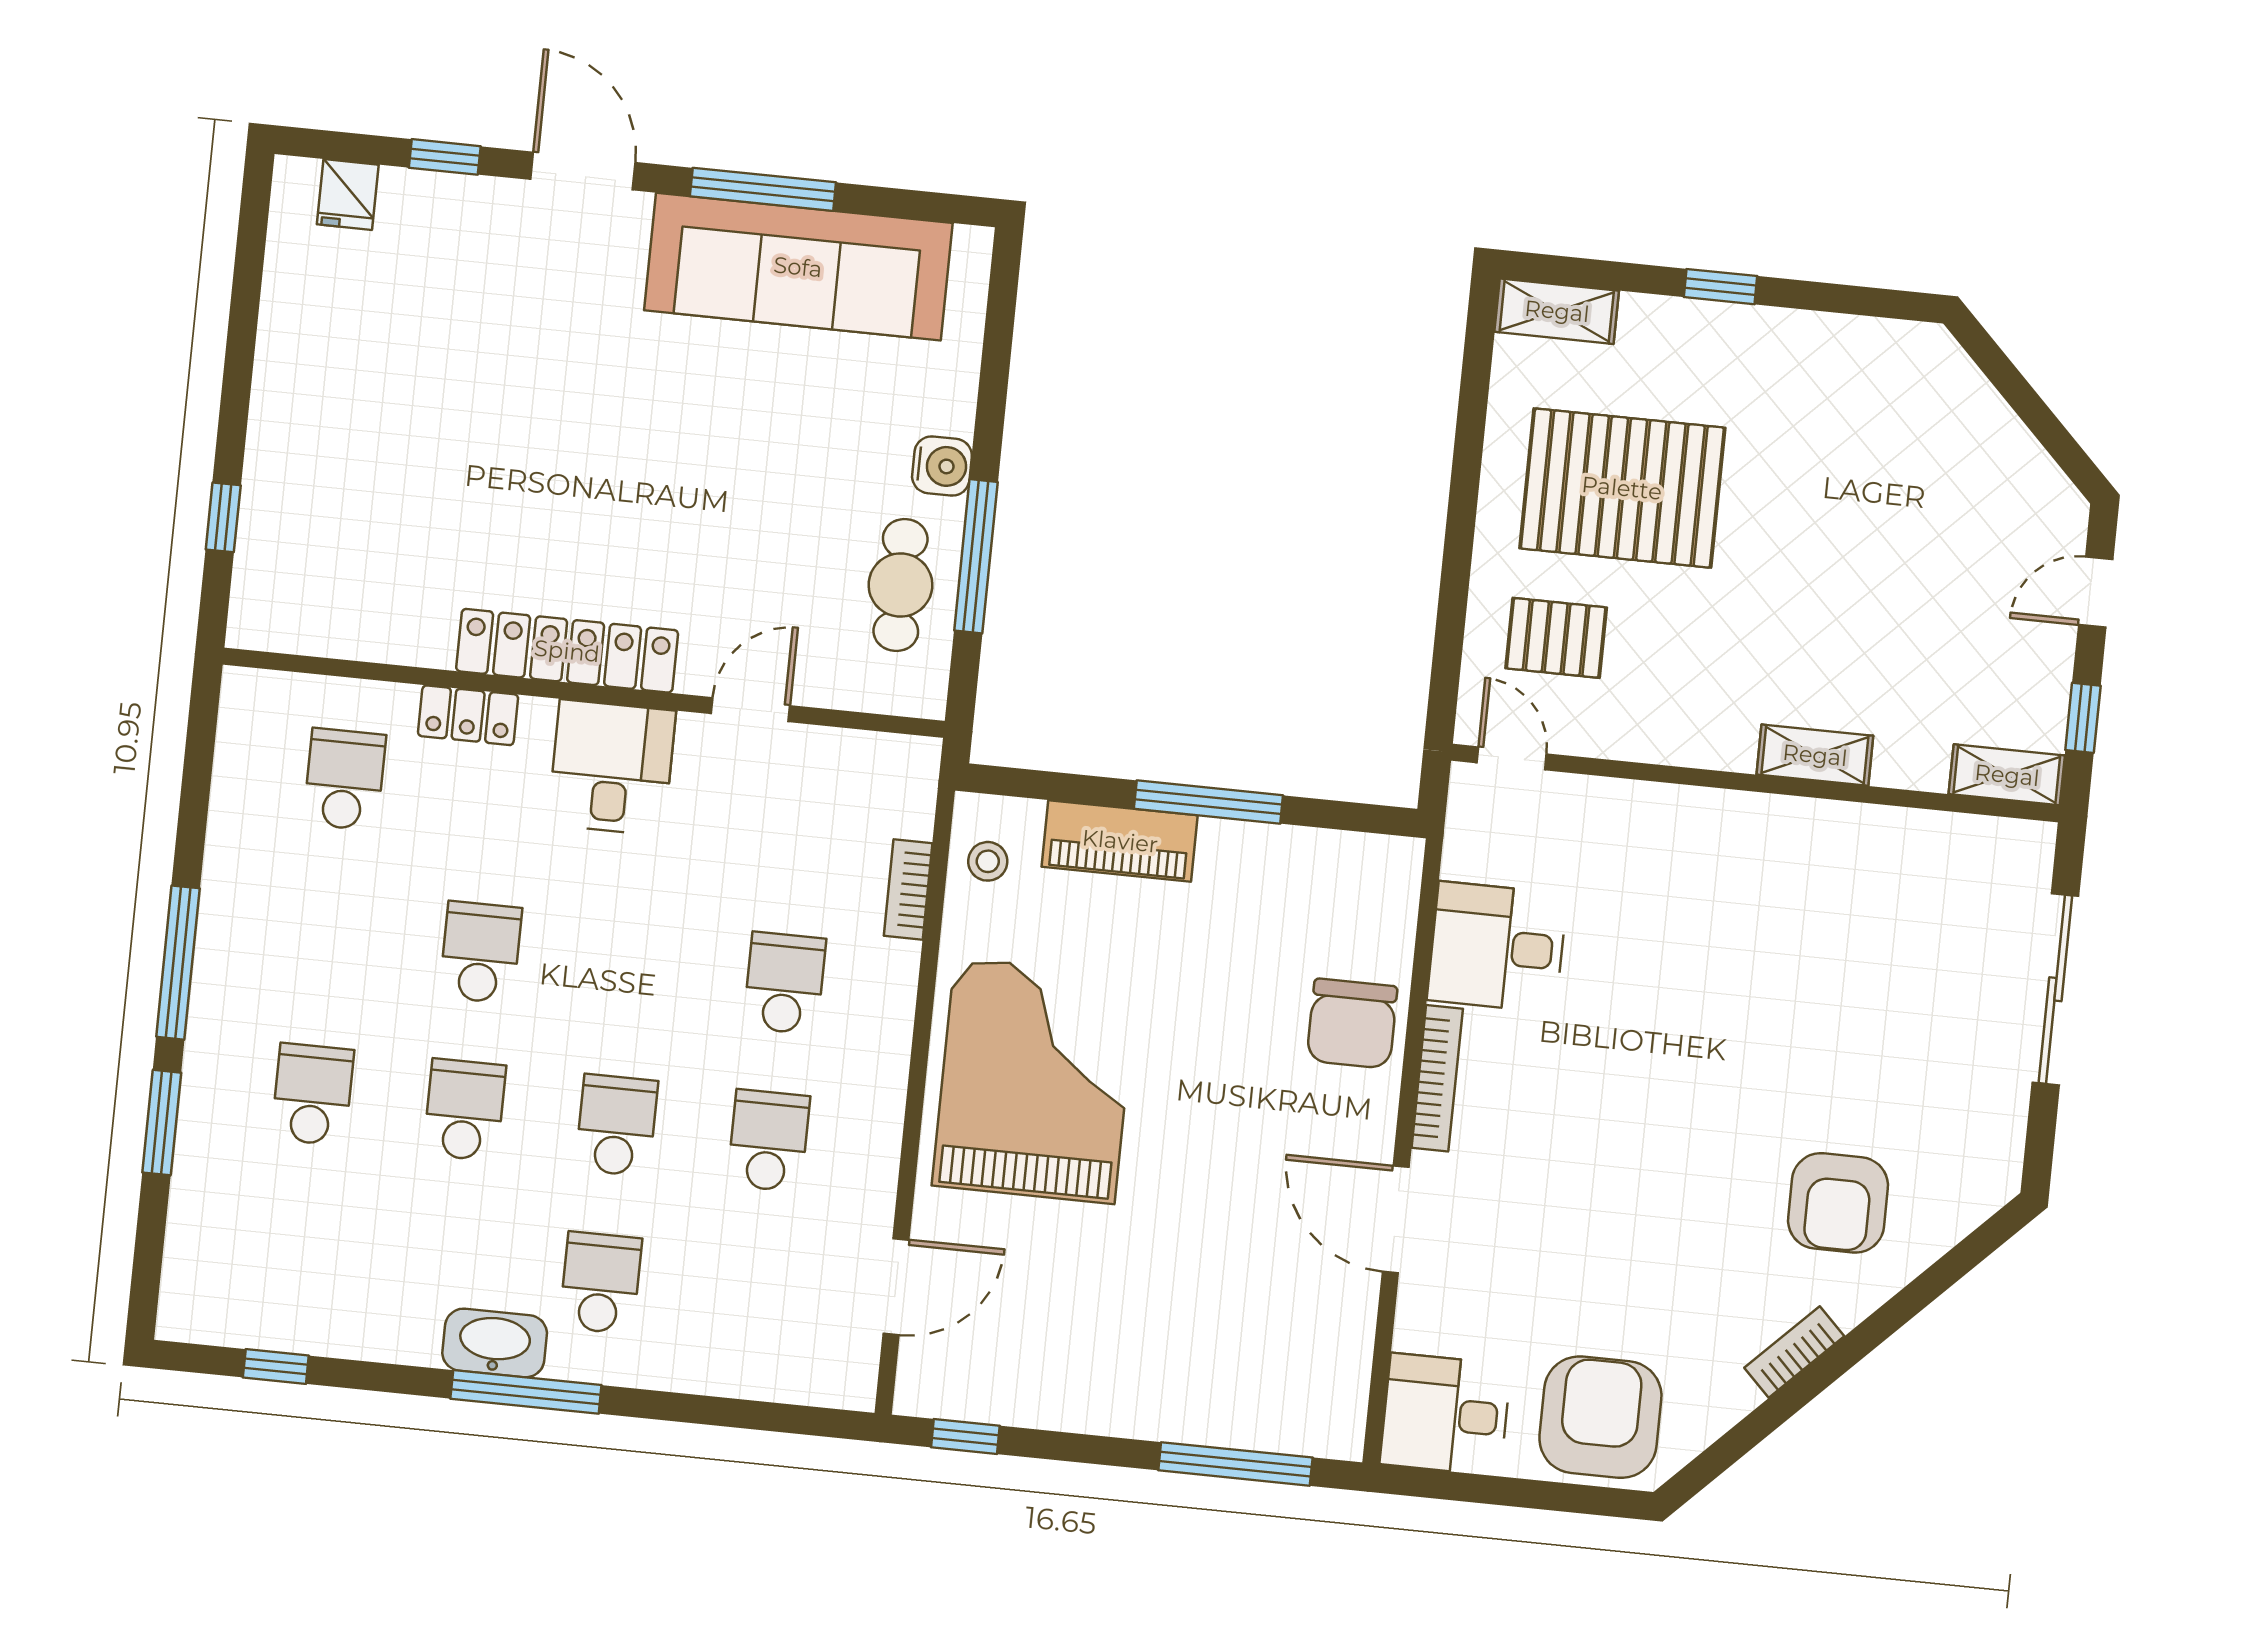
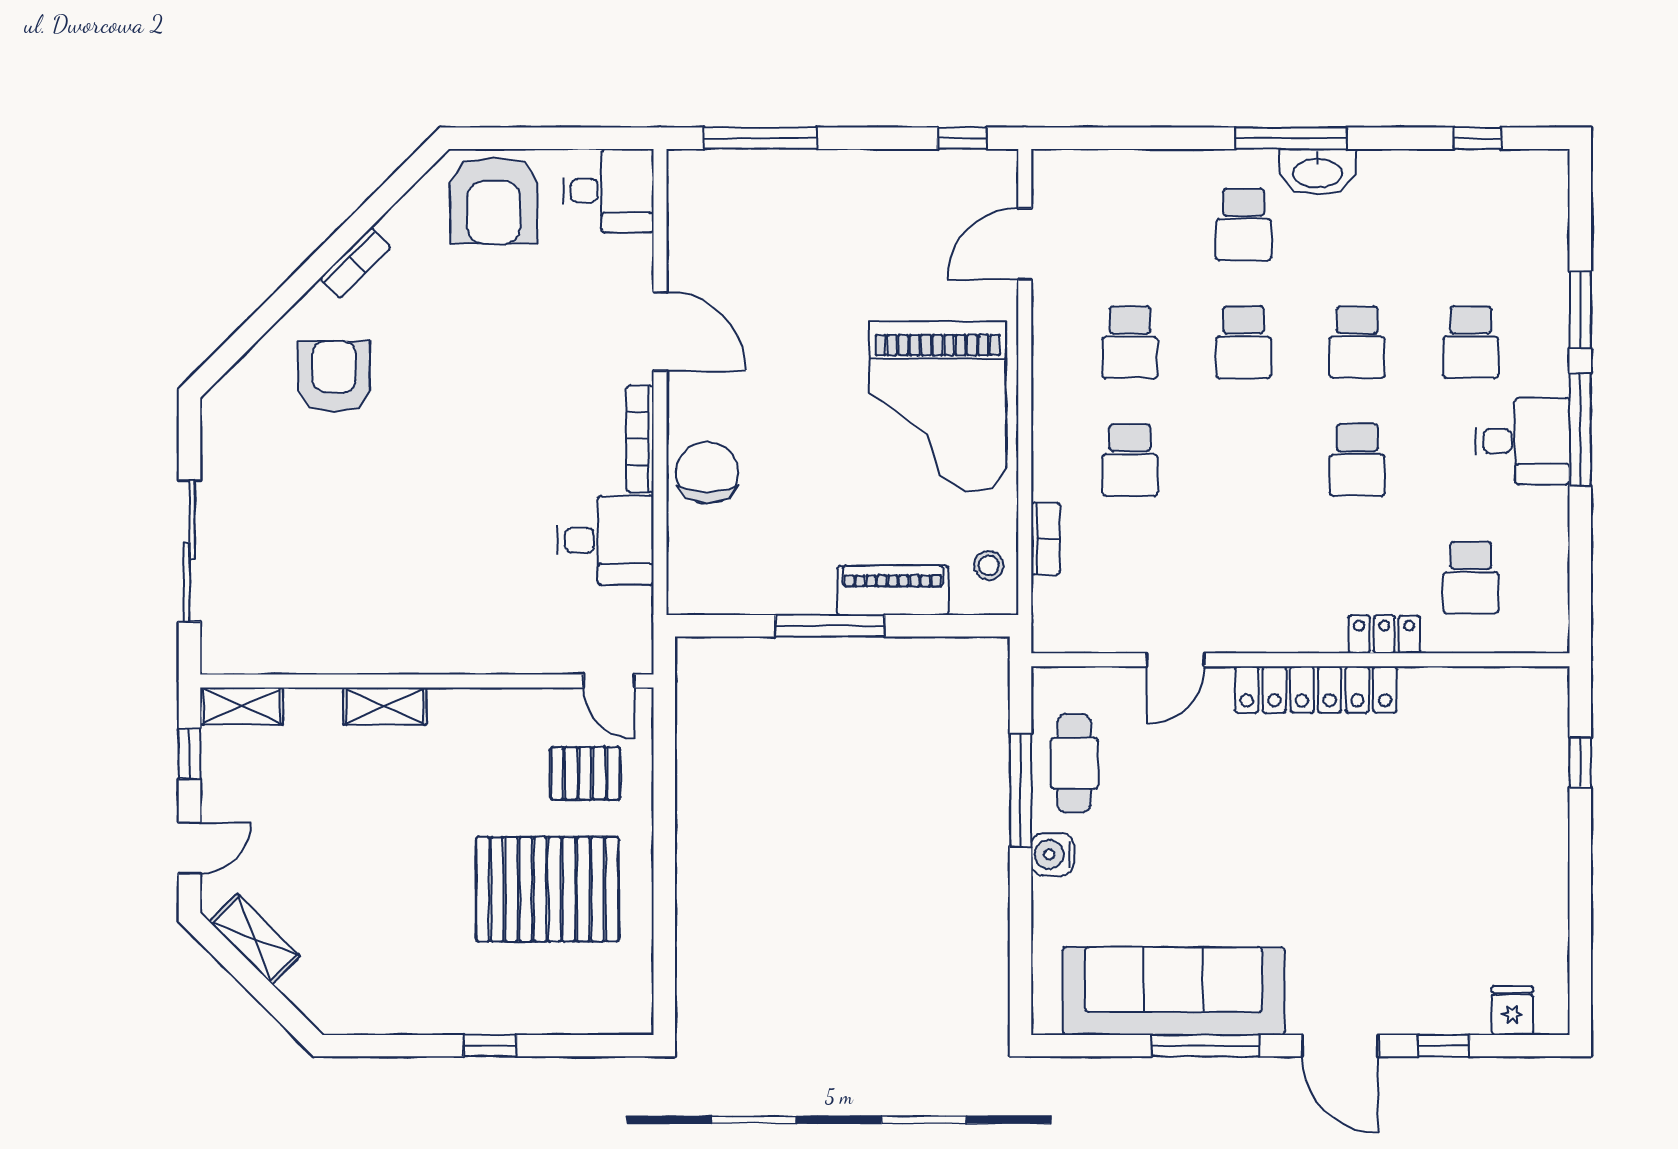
shelving: (1557, 311) -> (255, 939), moved, turned 45
desk: (612, 768) -> (1523, 441), moved, turned -90

